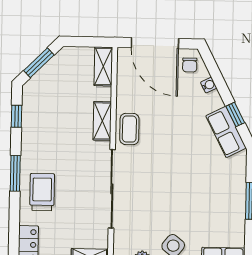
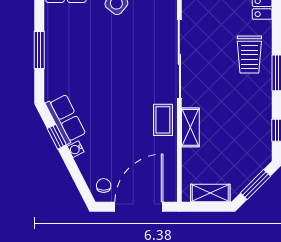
door: (155, 43) -> (139, 207), hinge flipped
shelving: (103, 66) -> (210, 193), moved, turned 90
water cooler: (209, 85) -> (76, 149), moved

